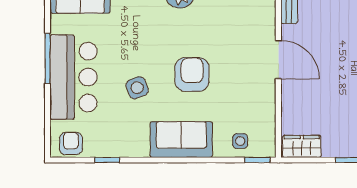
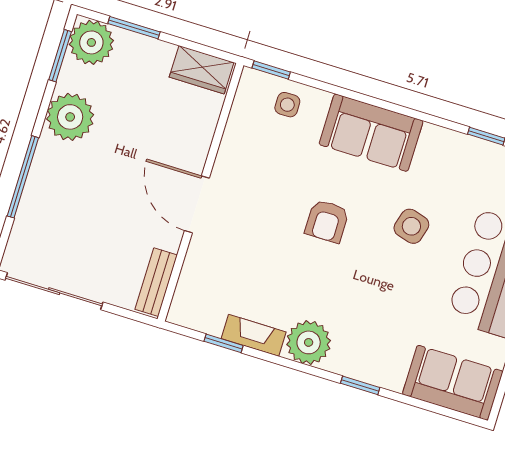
armchair: (192, 74) -> (327, 221), width x0.72, depth x0.72
side table: (137, 88) -> (411, 226), turned 36

